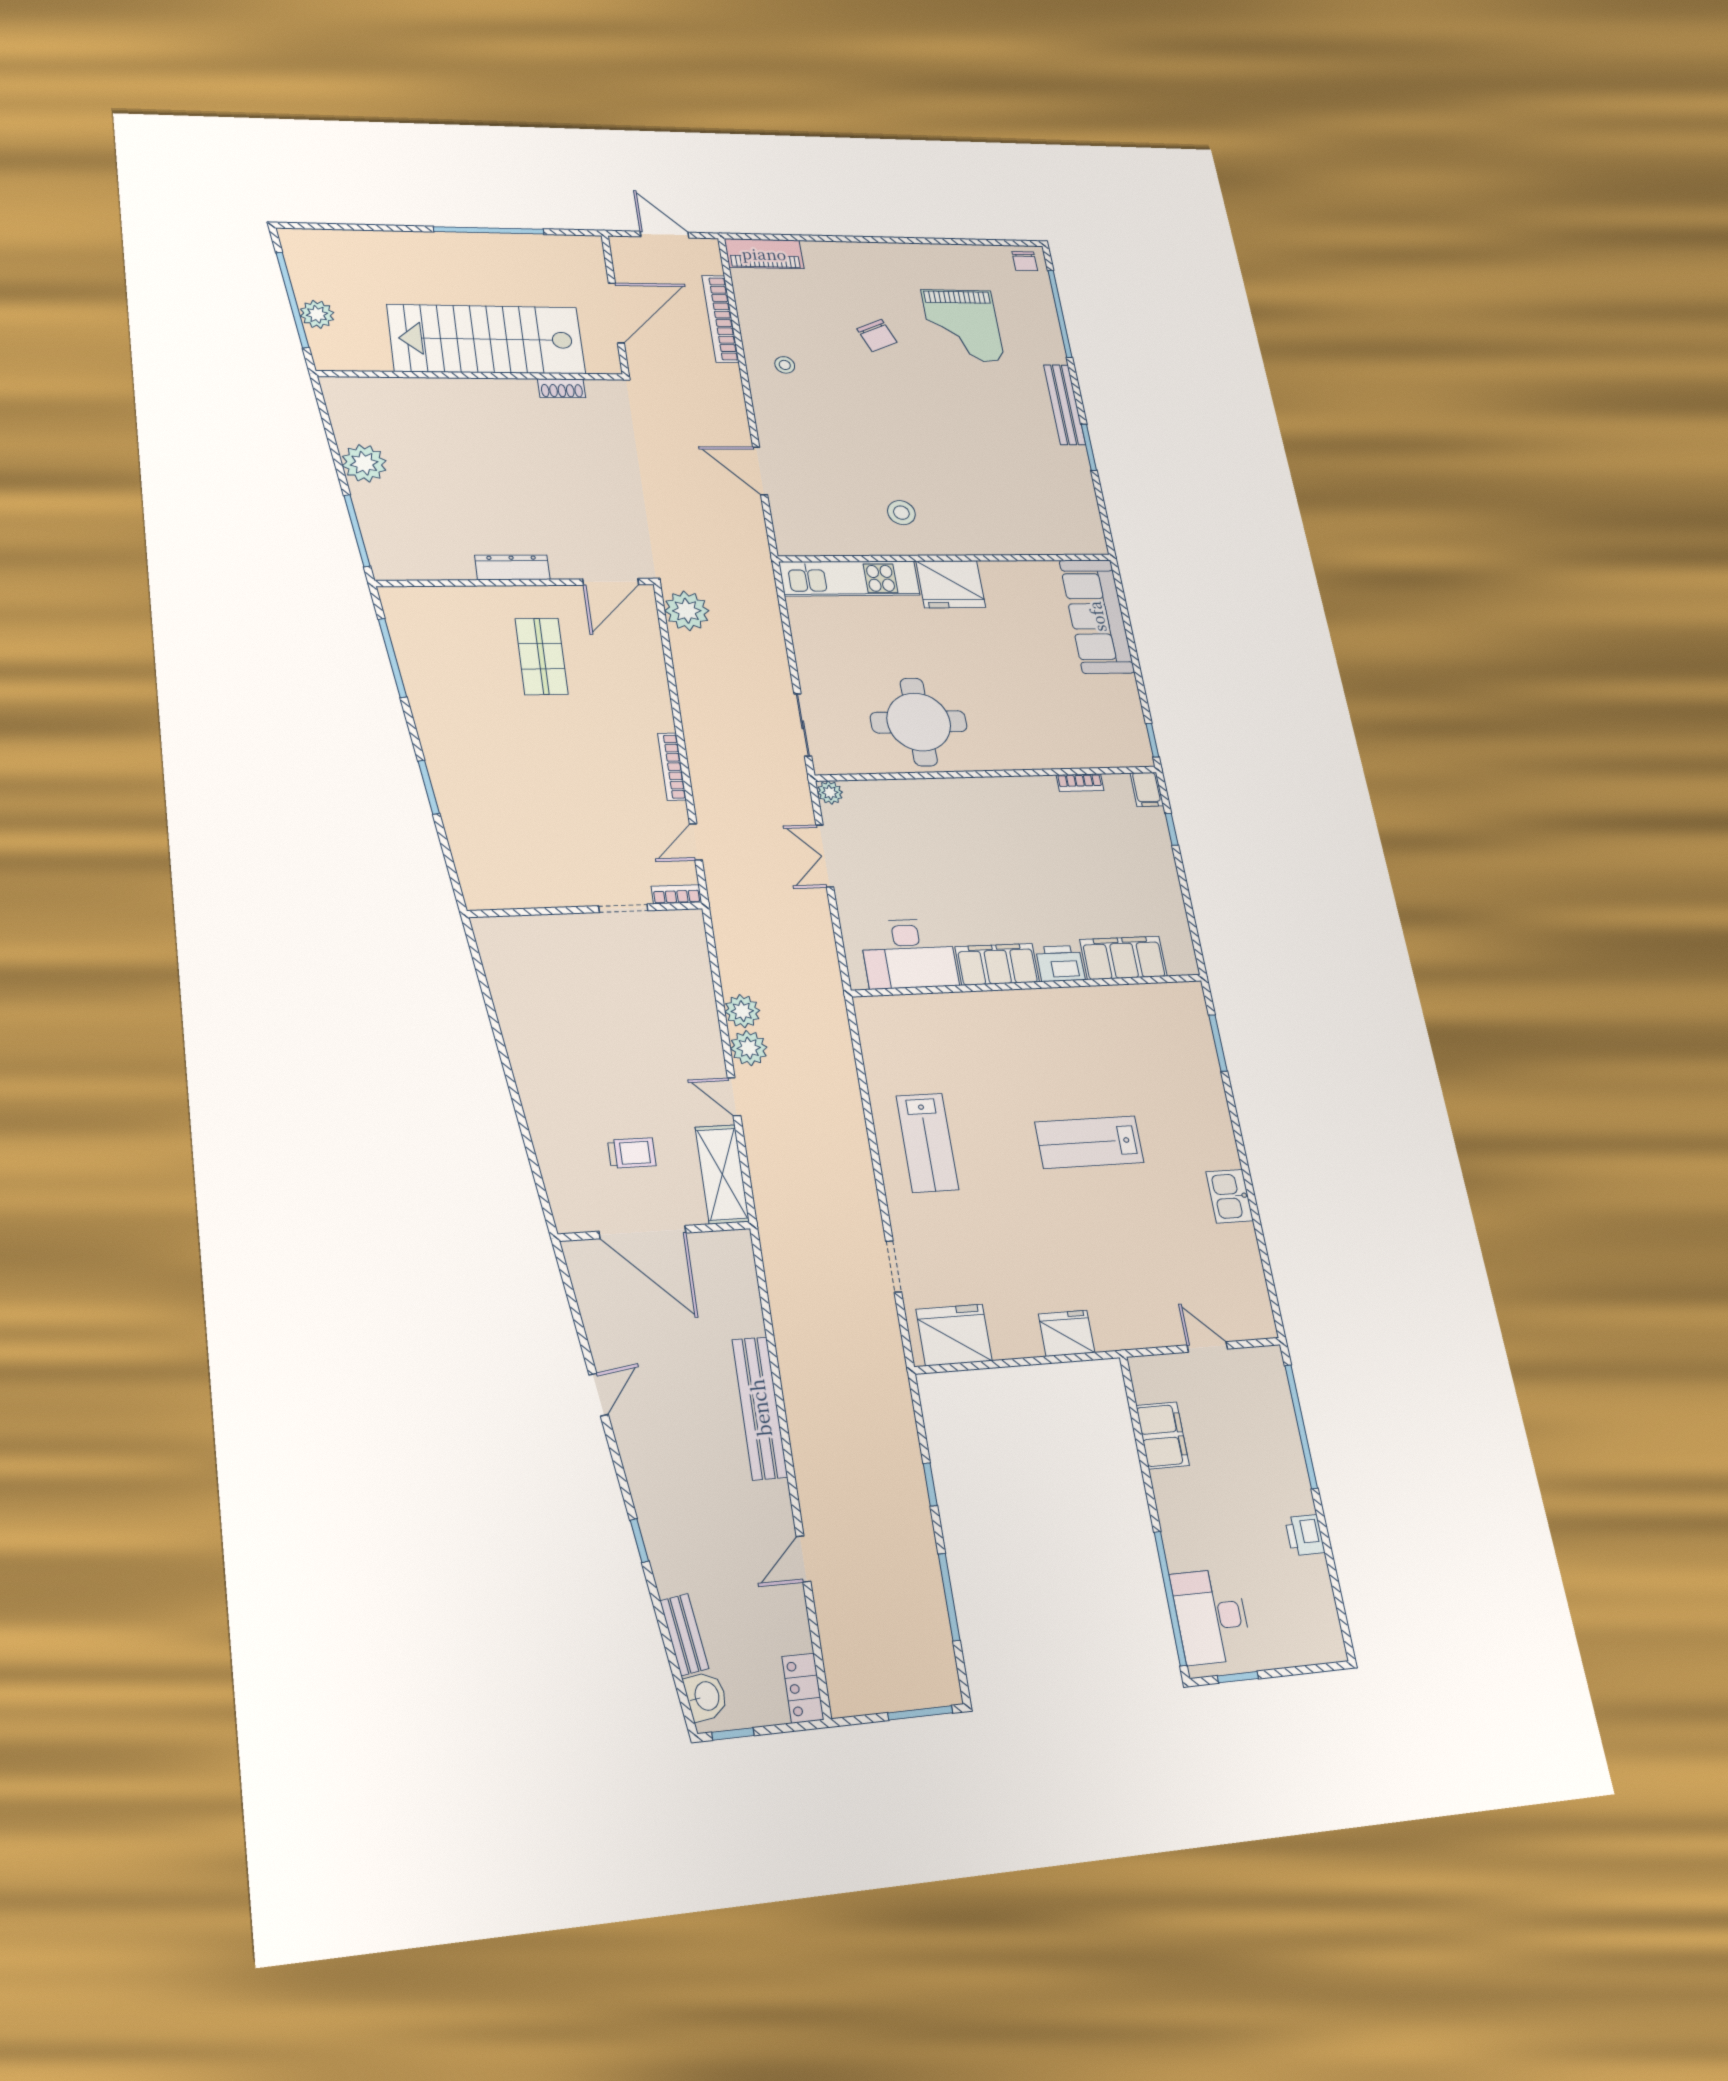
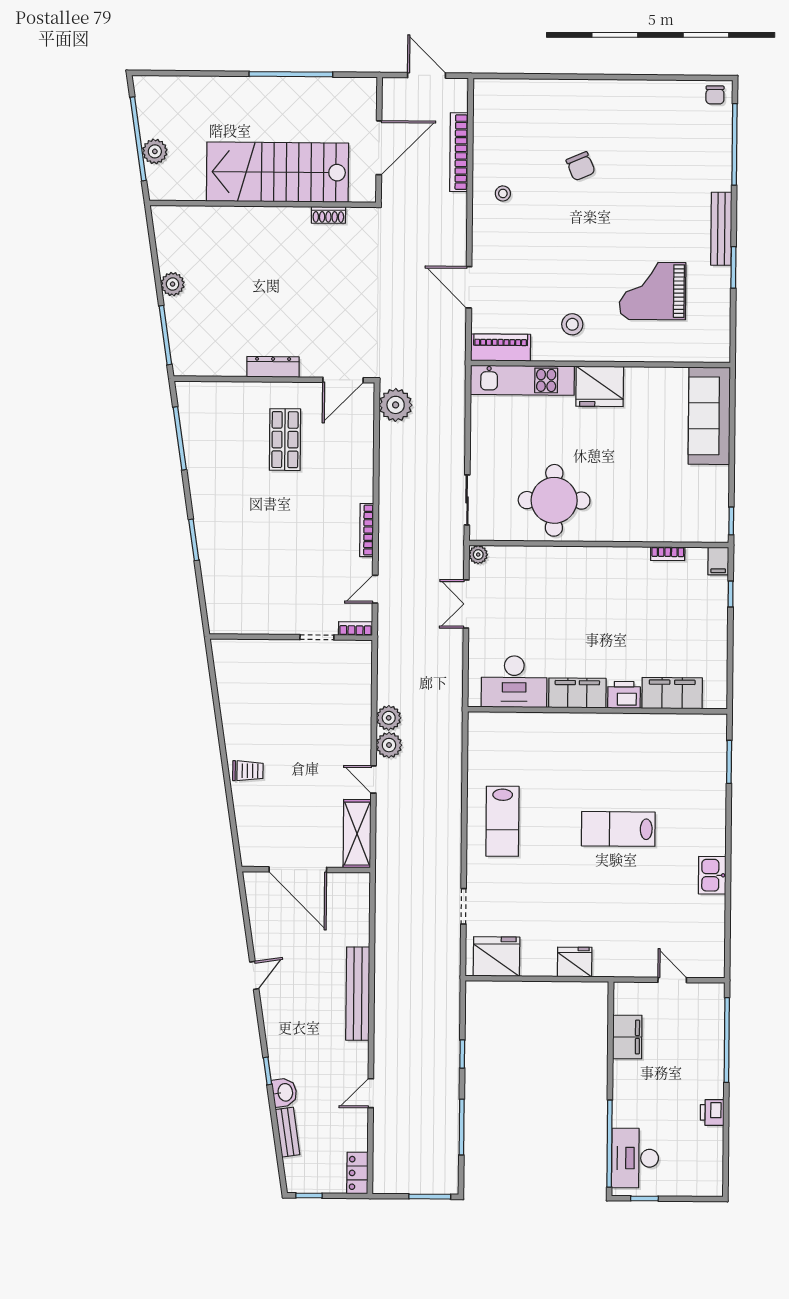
piano: (764, 254) -> (501, 347), moved, turned 180
grand piano: (963, 326) -> (653, 291), moved, turned 90
plant: (364, 463) -> (173, 284), width x0.73, depth x0.73
trolley: (632, 1153) -> (248, 771), moved
washbasin: (706, 1696) -> (285, 1092), moved

